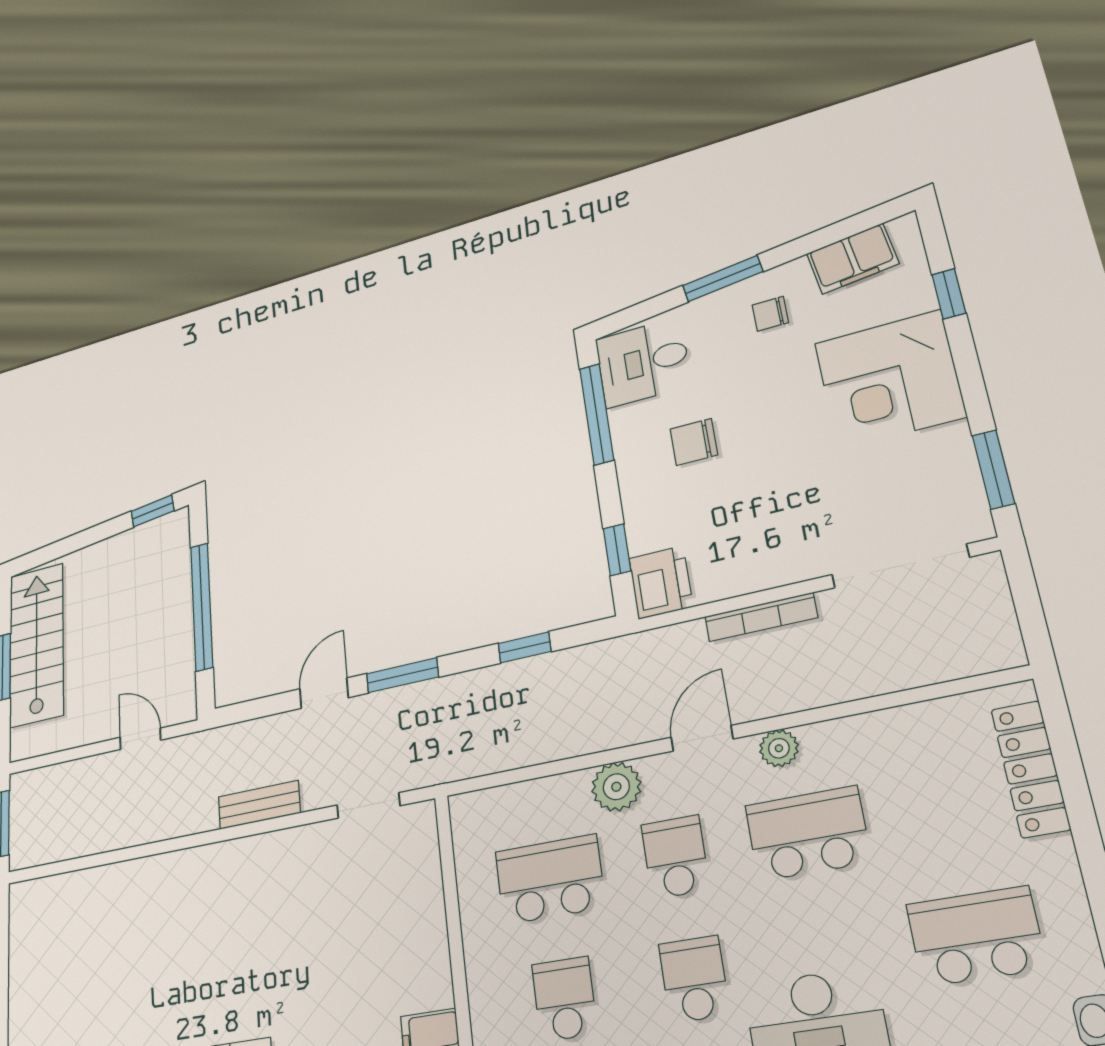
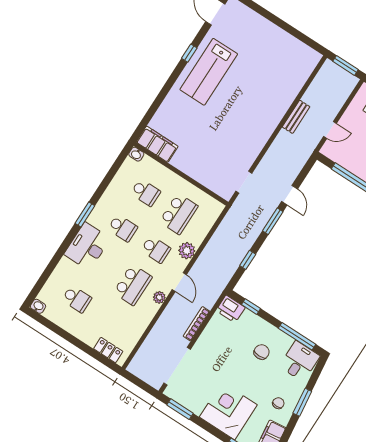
locker: (1030, 769) -> (108, 350), width x0.66
bench: (259, 805) -> (296, 117), moved
school desk: (976, 936) -> (77, 299), width x0.54

